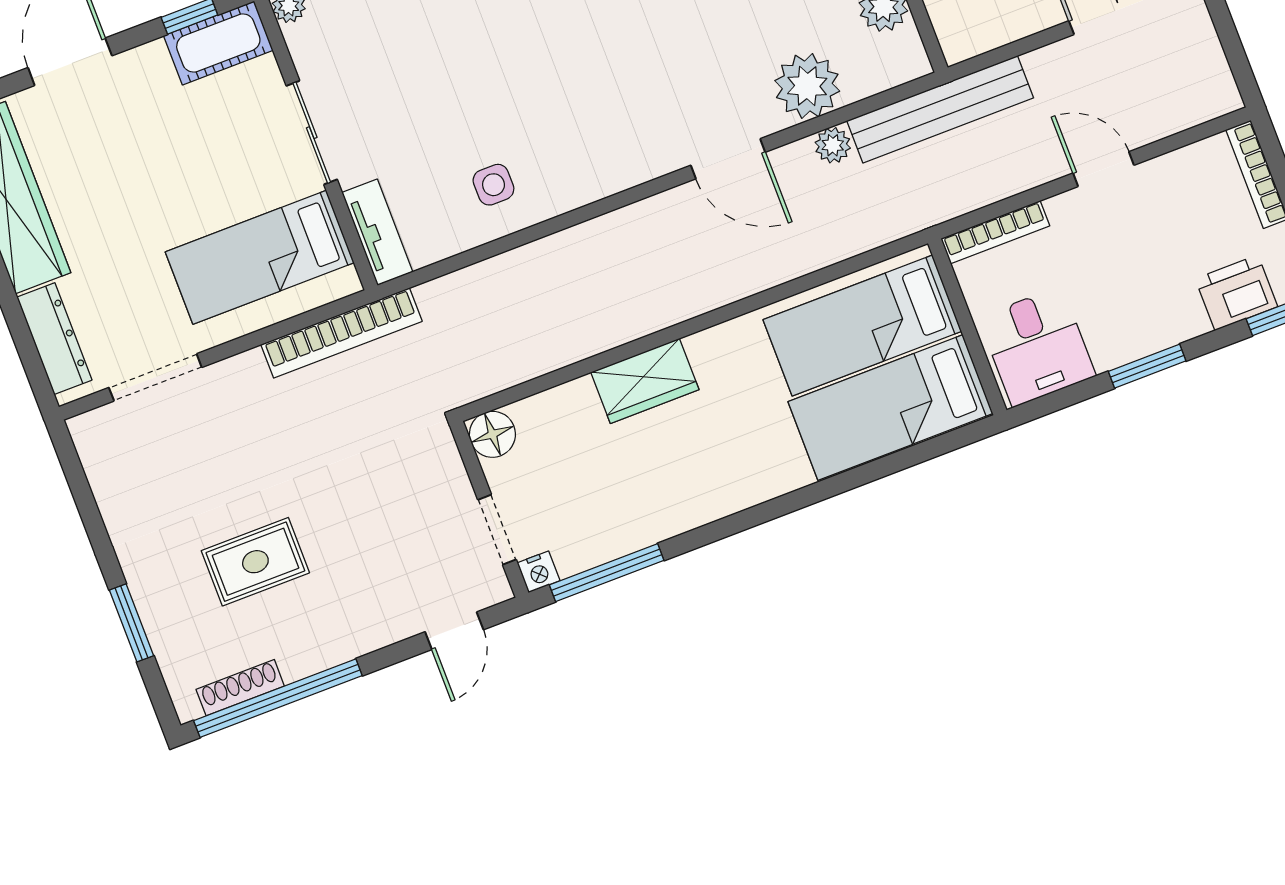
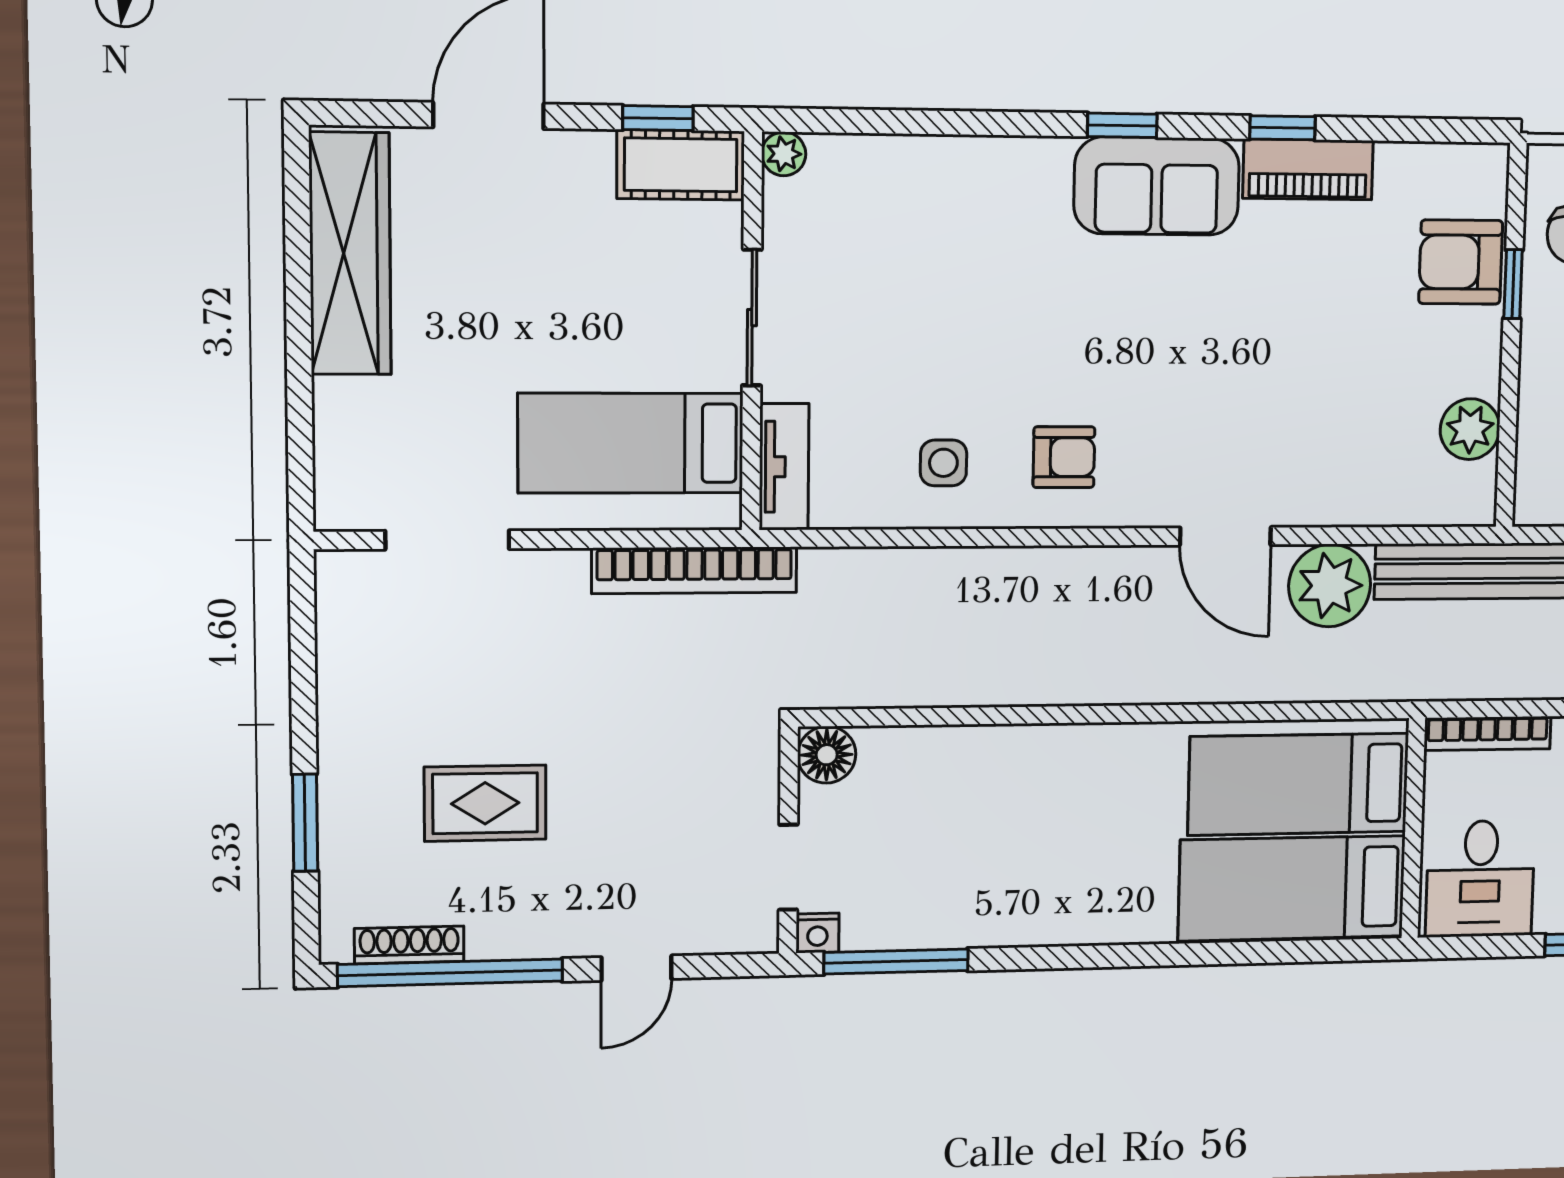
plant: (807, 86) -> (1348, 487), removed
plant: (833, 145) -> (1330, 586), width x1.88, depth x1.88
armchair: (582, 146) -> (1064, 457), added
dresser: (54, 339) -> (340, 447), removed
wardrobe: (645, 381) -> (1028, 757), removed
door: (454, 631) -> (636, 968), moved

